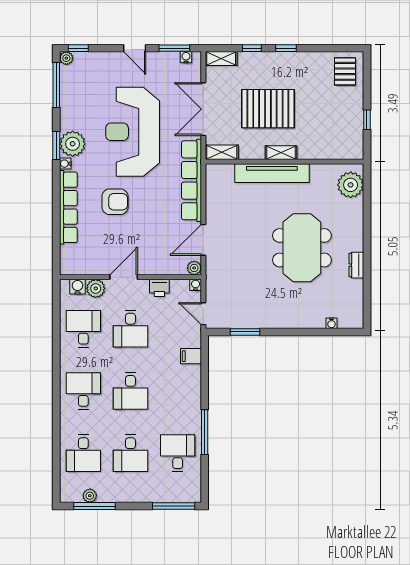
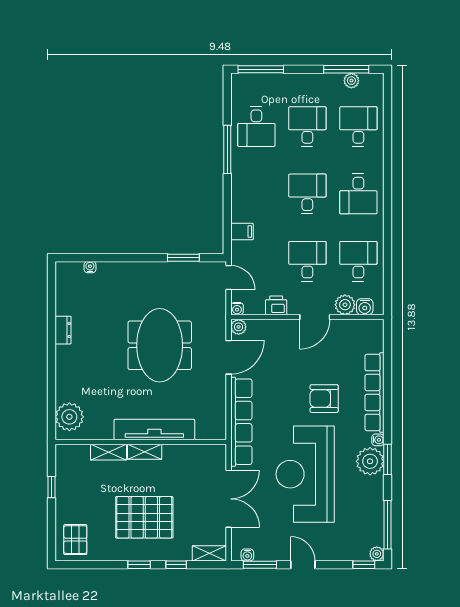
pallet: (268, 109) -> (144, 517), moved
reception desk: (133, 132) -> (305, 474), turned 180
shelving: (222, 152) -> (108, 452), moved
meeting table: (302, 248) -> (160, 345), moved
desk: (83, 329) -> (358, 261), turned 180

